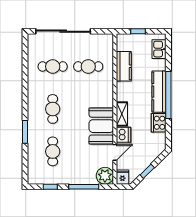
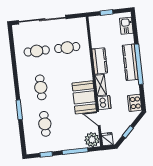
kitchen counter: (124, 66) -> (100, 61), moved
cooker: (159, 123) -> (135, 103), moved
door: (115, 152) -> (98, 119), swing flipped

